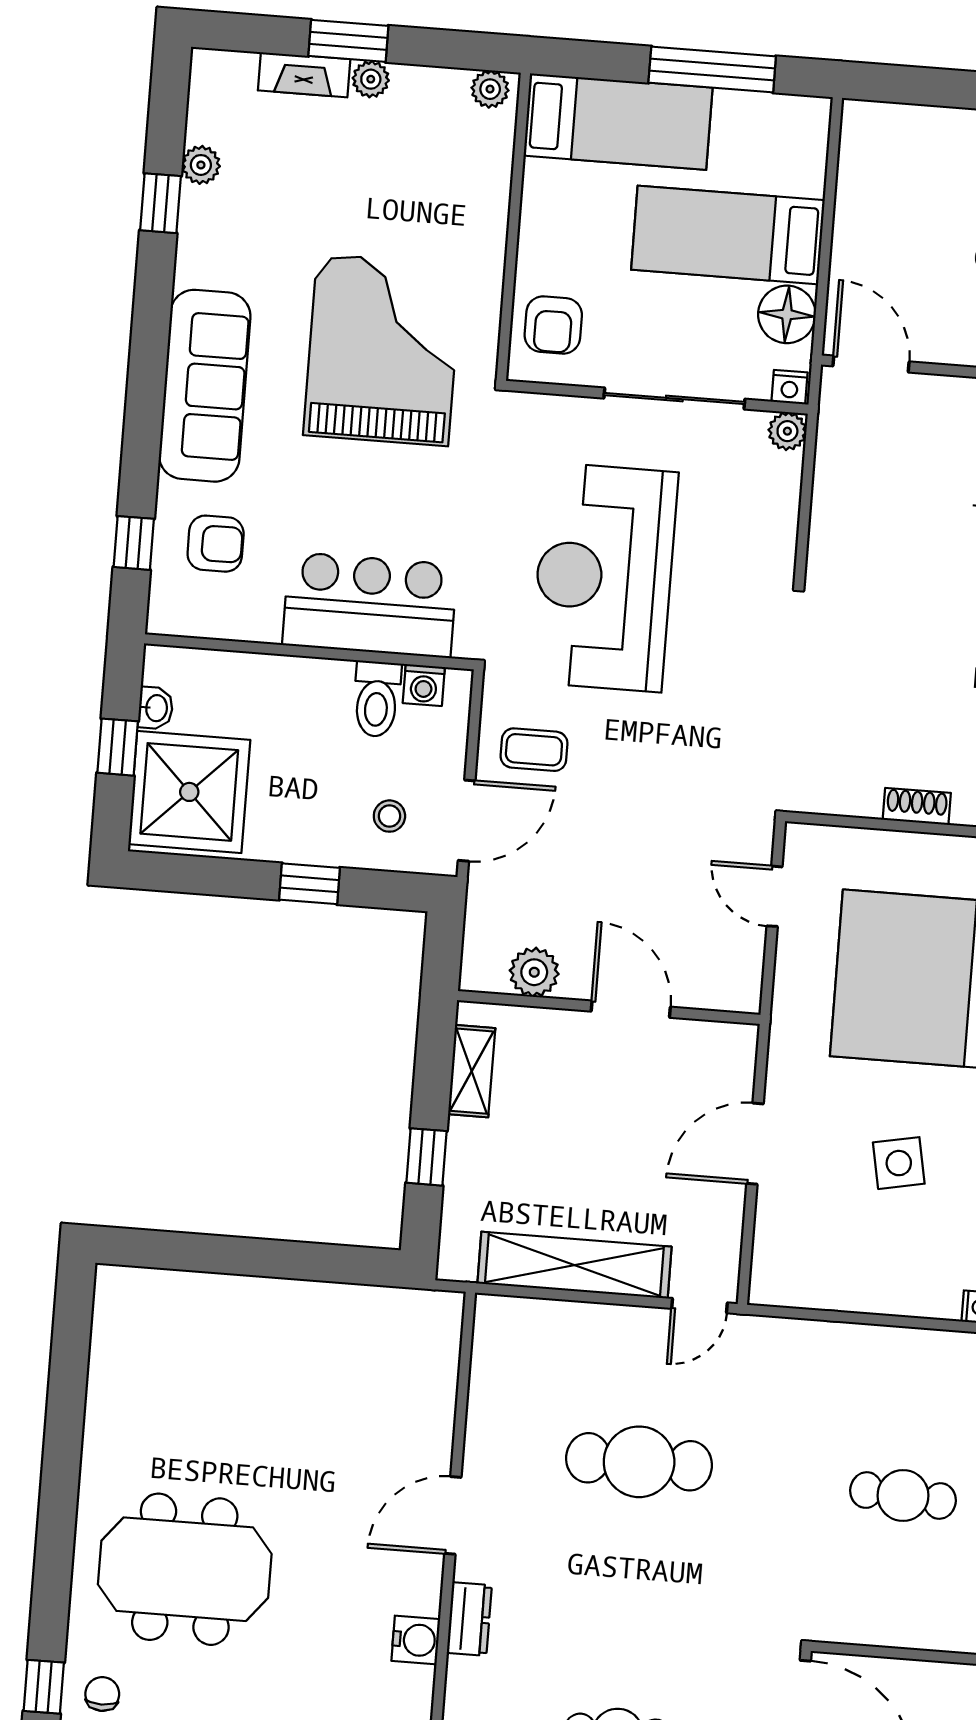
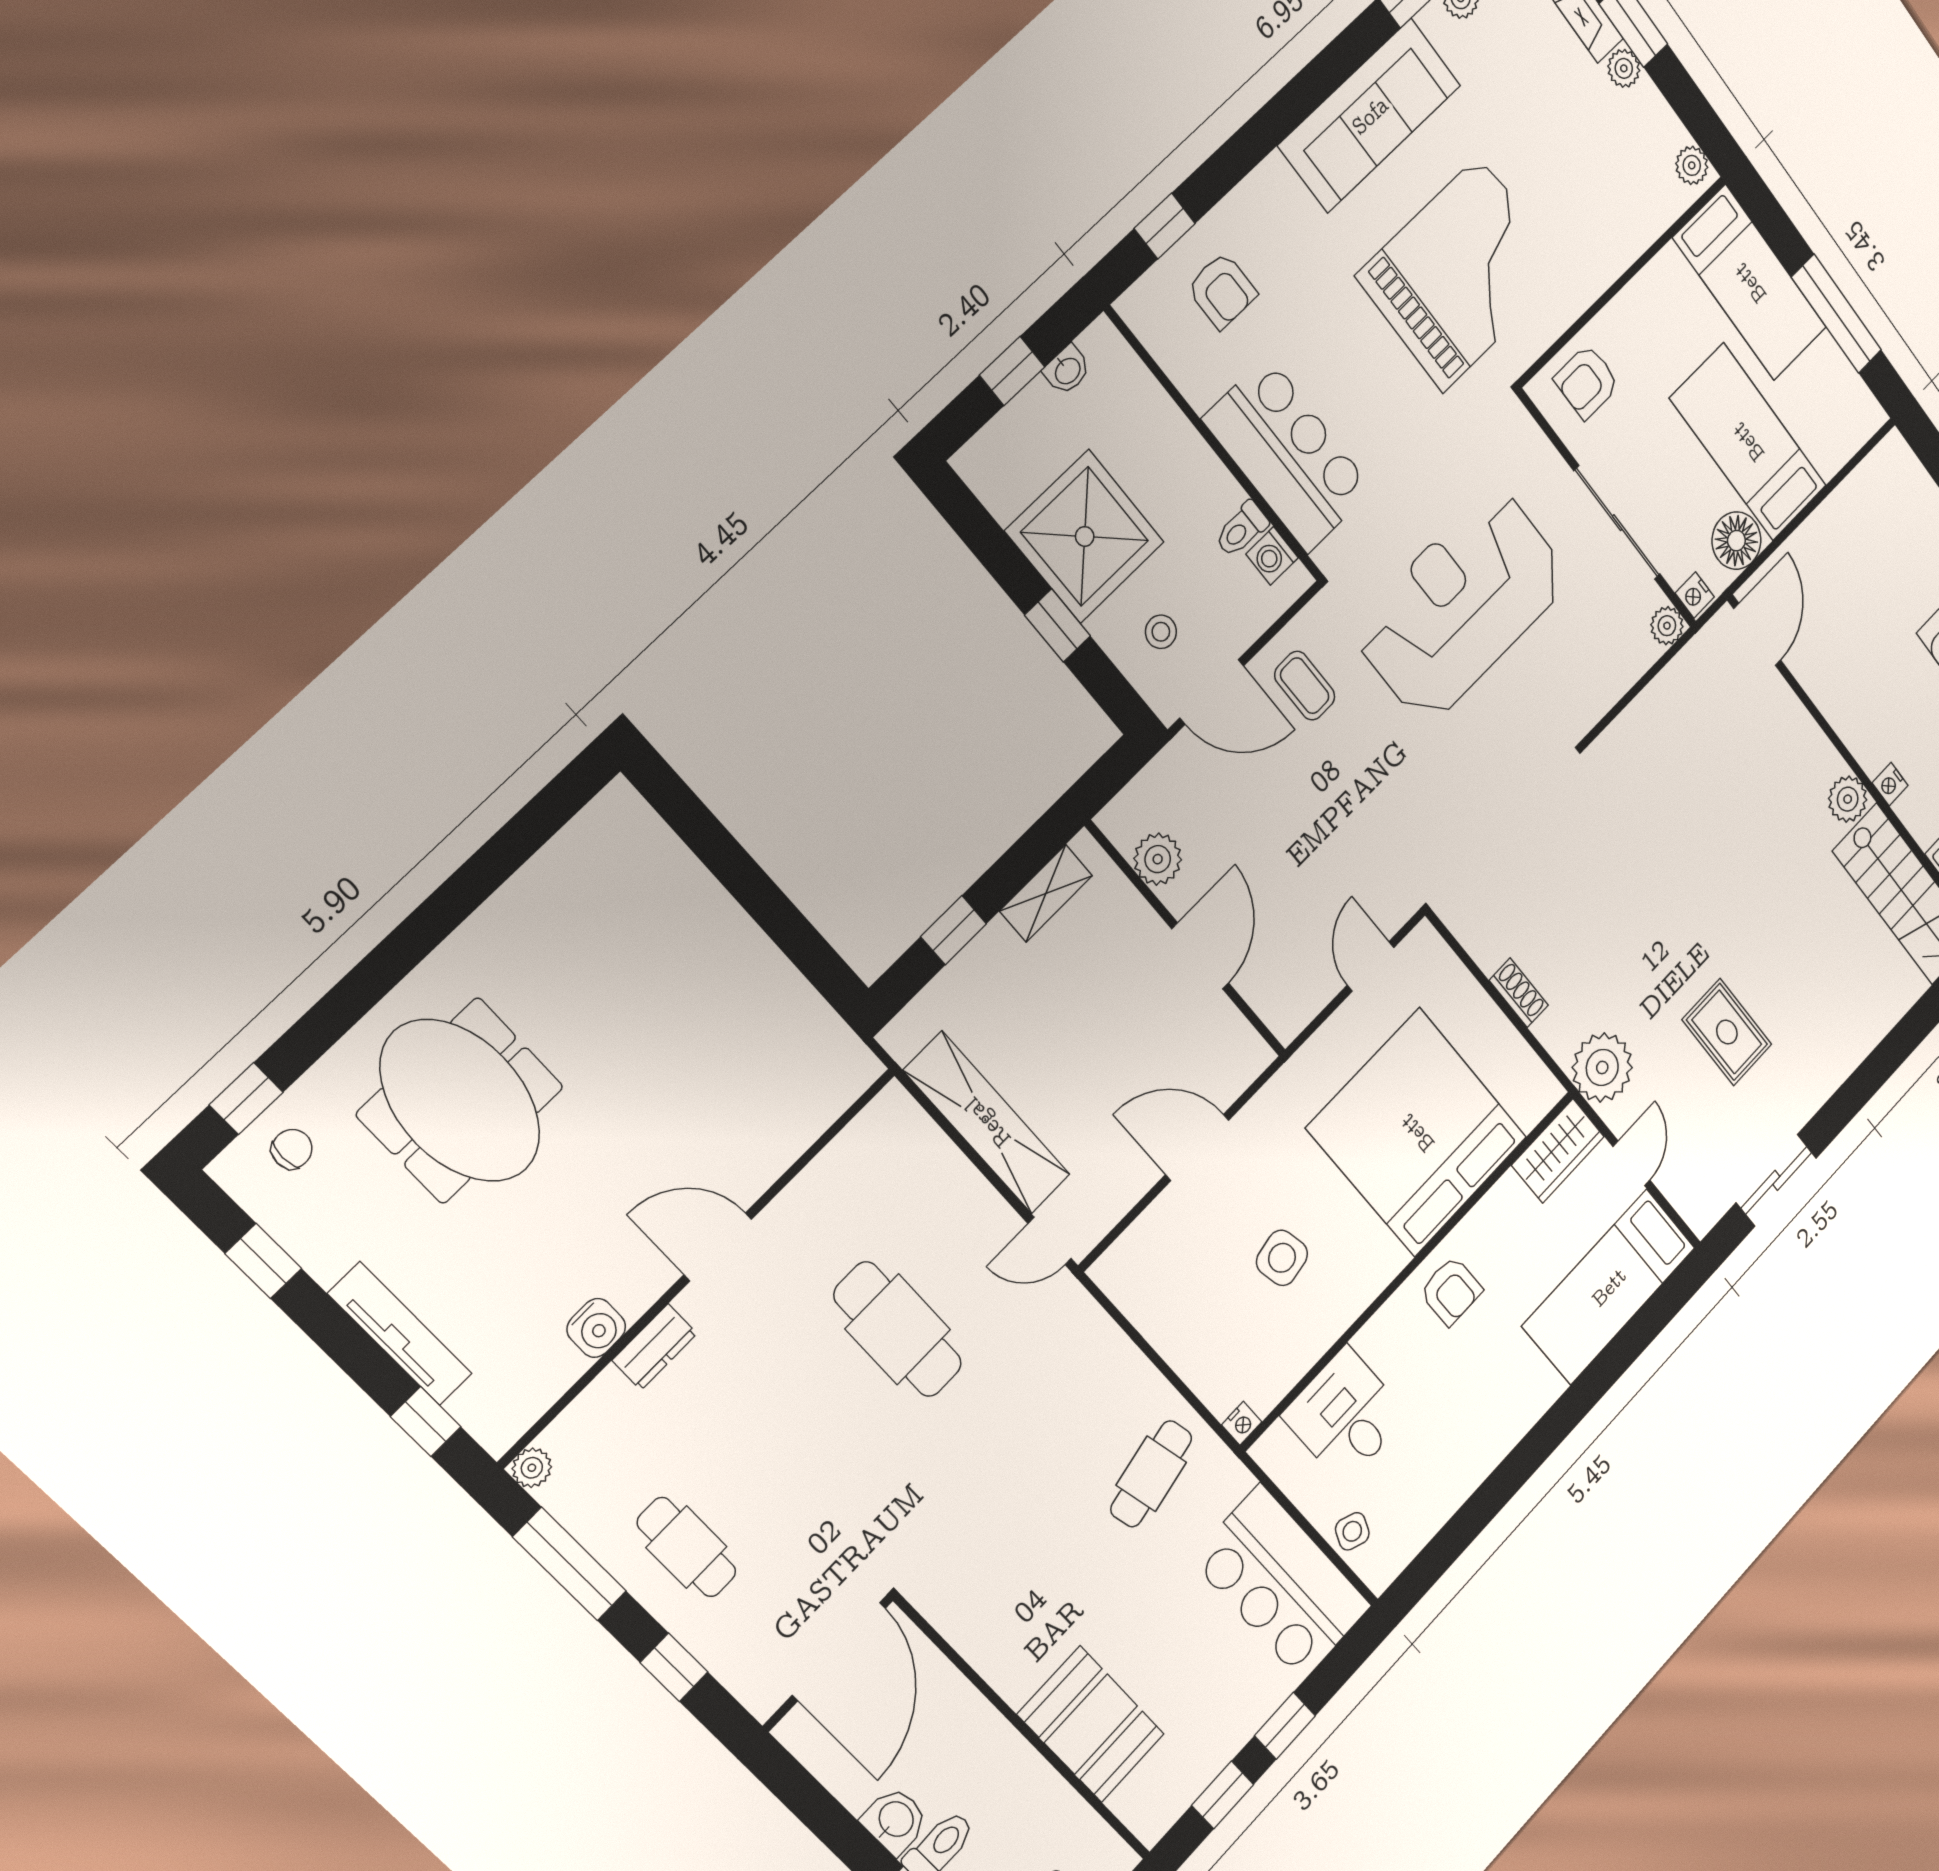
sofa: (205, 386) -> (1370, 115), moved
toilet: (377, 699) -> (1242, 529), width x0.73, depth x0.72
shower: (189, 792) -> (1085, 536), moved
cafe table: (903, 1496) -> (1151, 1474), moved, turned 74

